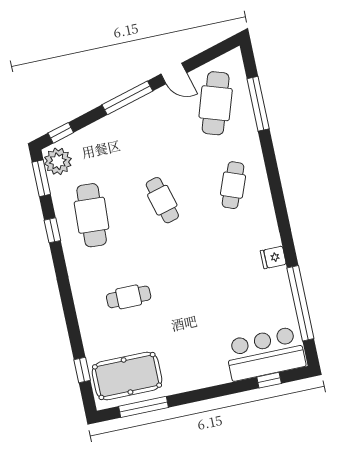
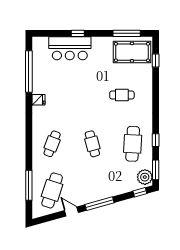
bar counter: (265, 354) -> (70, 48), moved
window: (269, 380) -> (78, 33), moved

